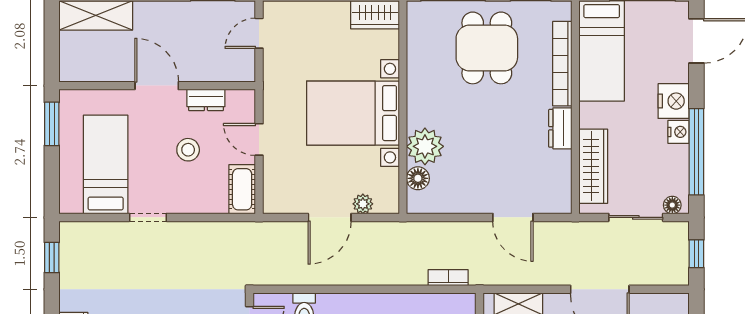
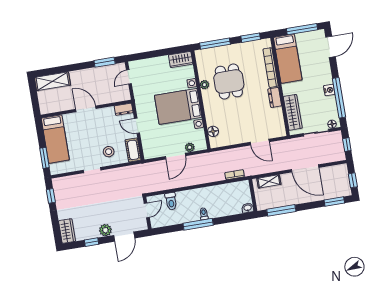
dining table: (487, 48) -> (229, 82), moved
dresser: (206, 100) -> (124, 109), moved
nightstand: (674, 101) -> (325, 76), removed
window: (52, 124) -> (44, 158), moved
plant: (425, 146) -> (204, 85), moved, width x0.53, depth x0.53
stool: (188, 150) -> (109, 152), moved
bed: (106, 164) -> (55, 139), moved, turned 180

